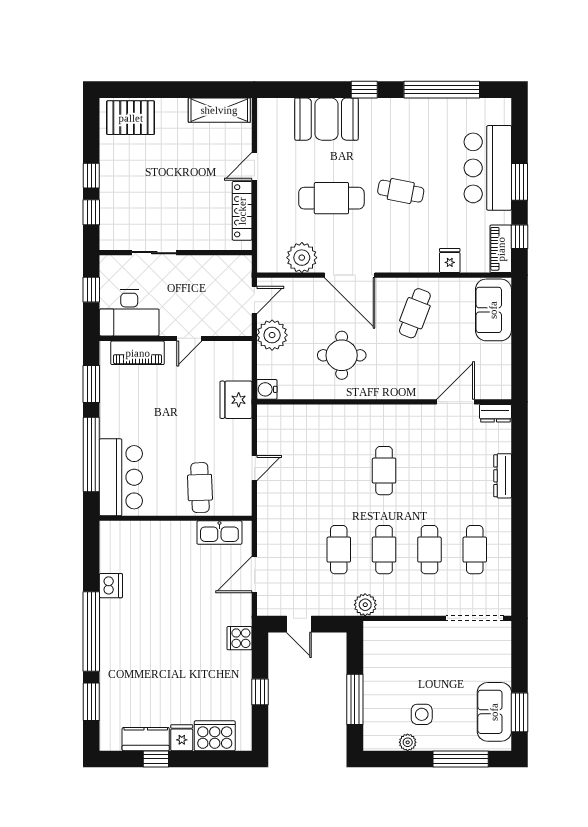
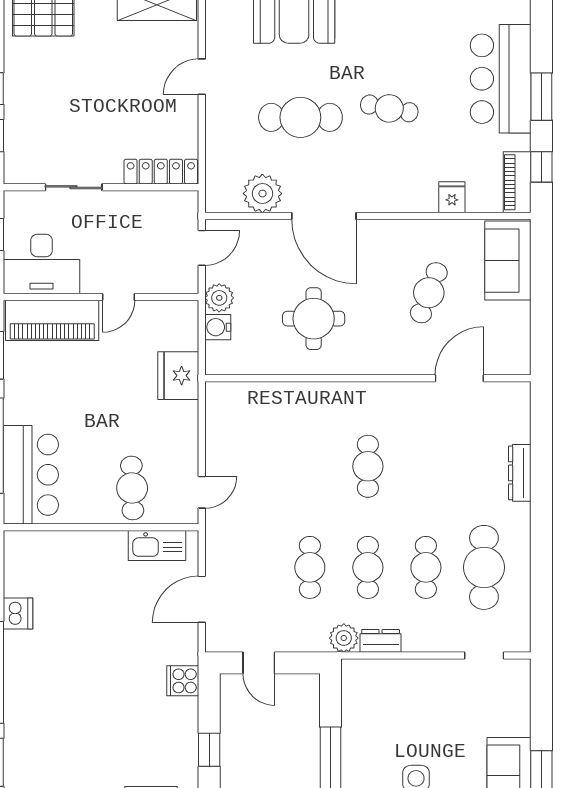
locker: (242, 211) -> (161, 172), moved, turned 90
cafe table: (415, 313) -> (429, 293), moved
plant: (272, 335) -> (219, 298), width x0.73, depth x0.73
piano: (138, 353) -> (52, 320), width x1.37, depth x1.33
water cooler: (267, 389) -> (218, 327), moved
dresser: (495, 413) -> (381, 641), moved, turned 180
door: (254, 468) -> (202, 492), moved
cafe table: (475, 550) -> (484, 567), width x1.37, depth x1.35
doorway: (475, 618) -> (484, 655), width x0.53

